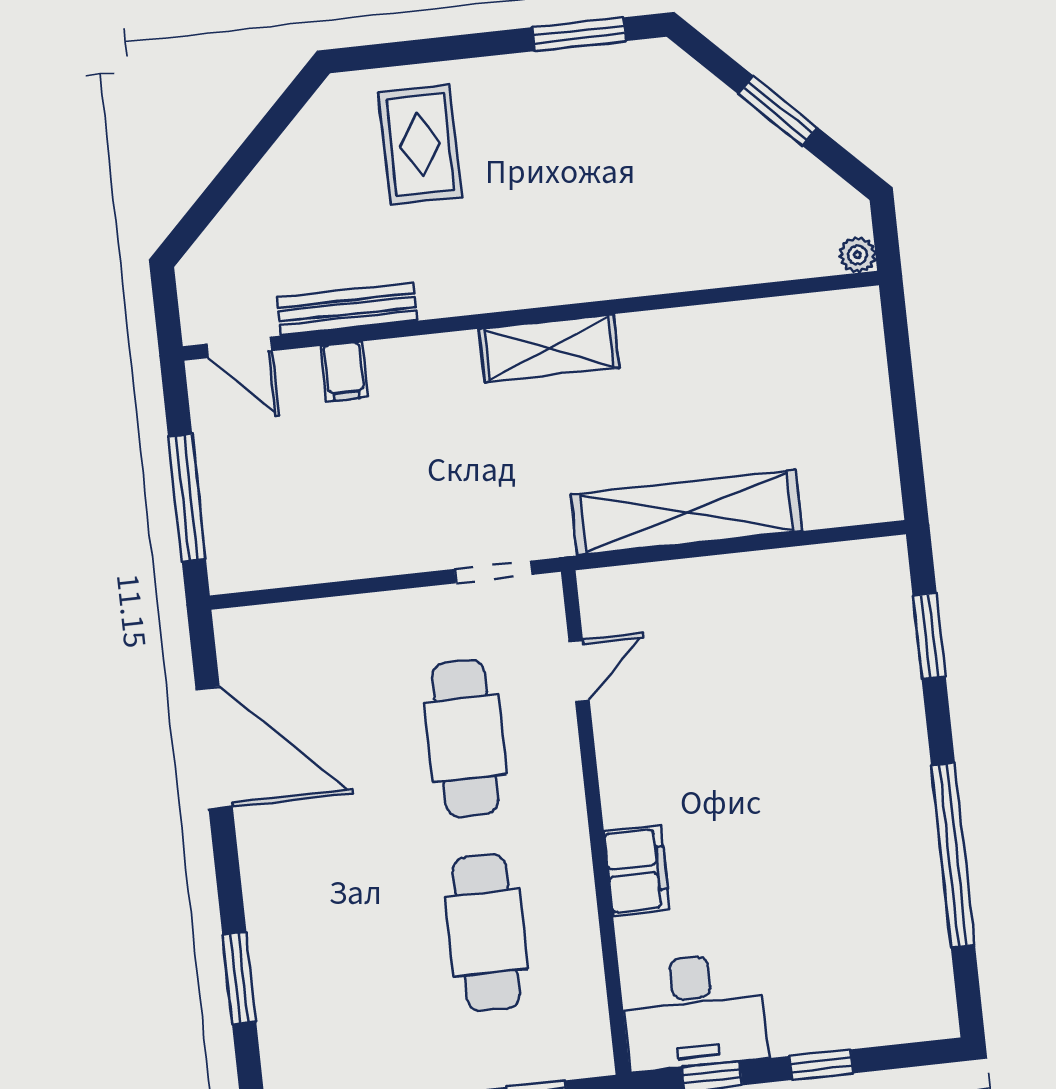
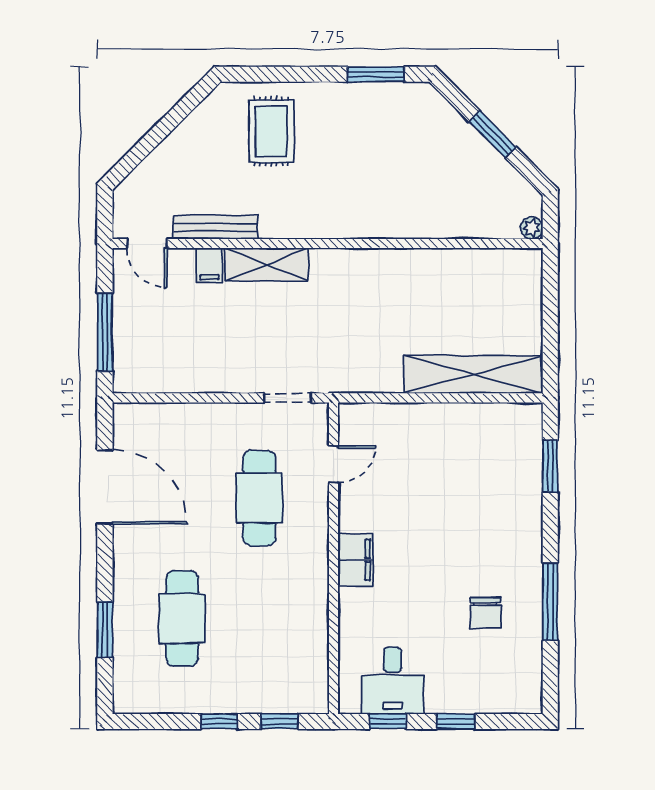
shelving: (549, 348) -> (266, 265), moved
shelving: (686, 513) -> (473, 374), moved
window: (953, 855) -> (550, 602), width x0.68
filing cabinet: (637, 870) -> (356, 560), moved
chair: (851, 884) -> (486, 613), added
cafe table: (486, 933) -> (182, 618), moved
desk: (694, 1012) -> (393, 680), width x0.73

